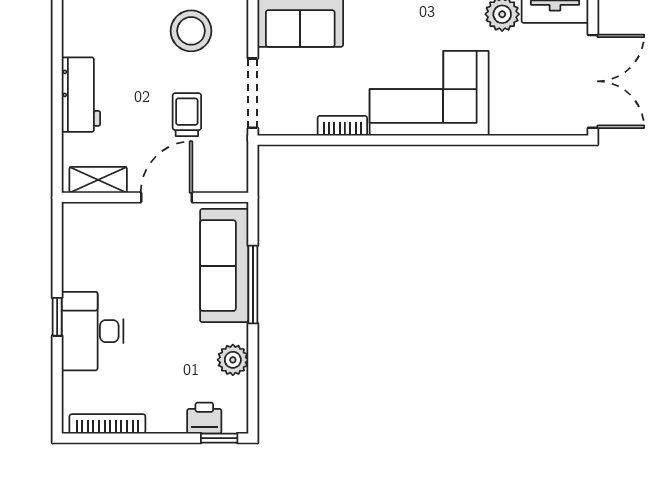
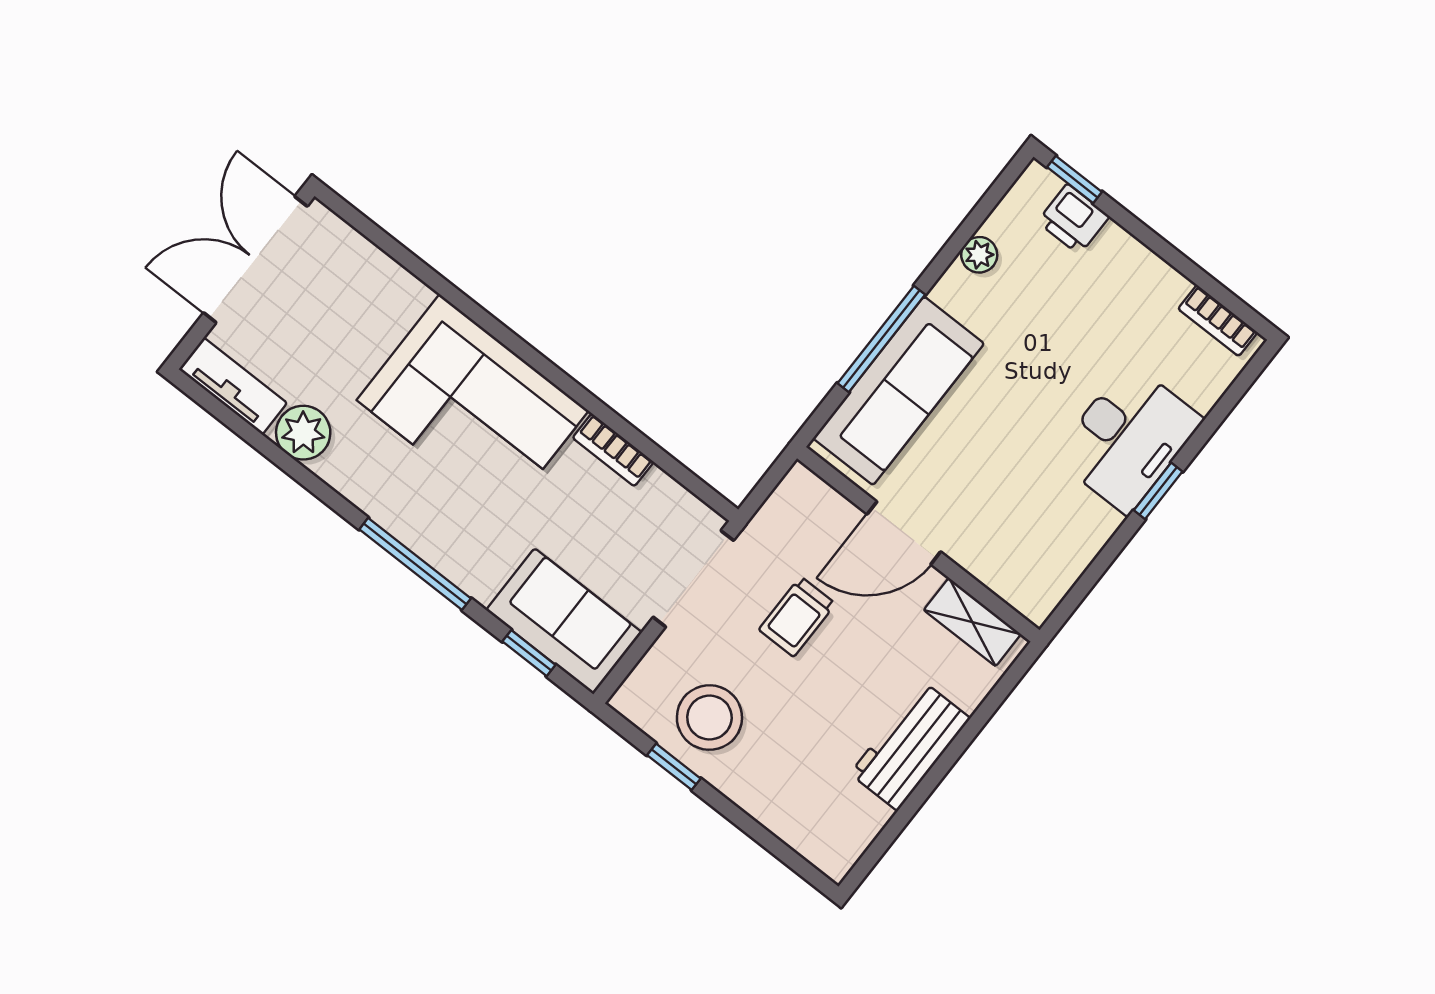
plant: (233, 360) -> (979, 255), width x0.73, depth x0.73
bookcase: (107, 424) -> (1218, 321), width x0.64

